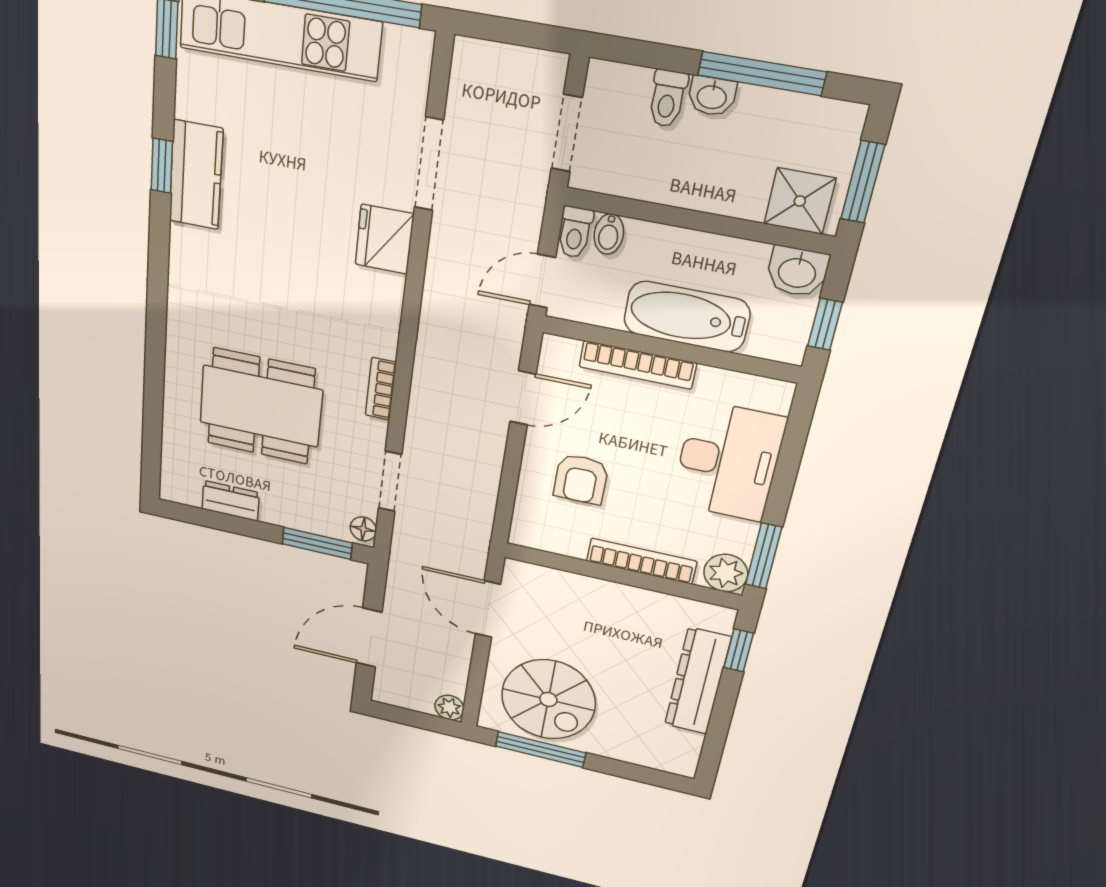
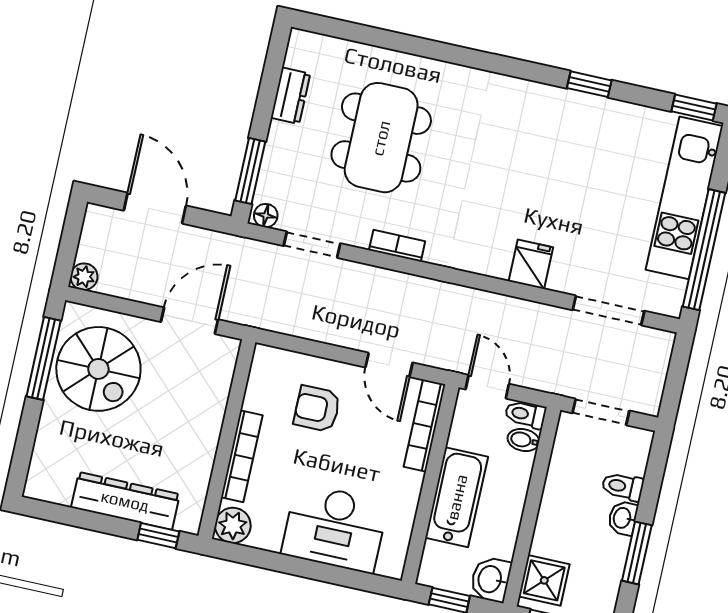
window: (762, 74) -> (637, 553), width x0.69
doorway: (429, 164) -> (608, 310), moved
kitchen counter: (196, 175) -> (581, 112), removed
fridge: (384, 239) -> (531, 264), width x0.72
bookcase: (638, 365) -> (425, 426), moved
window: (764, 556) -> (250, 556), removed
spiral stairs: (548, 699) -> (98, 369), turned -90

